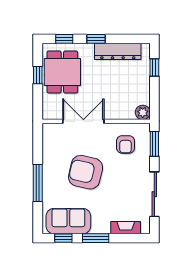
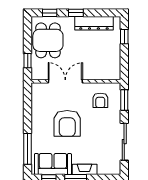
window: (38, 75) -> (28, 61), moved
plant: (143, 112) -> (115, 74), removed
armchair: (86, 172) -> (67, 123), turned -103
window: (38, 183) -> (28, 149), moved
fireplace: (126, 228) -> (85, 169), moved

